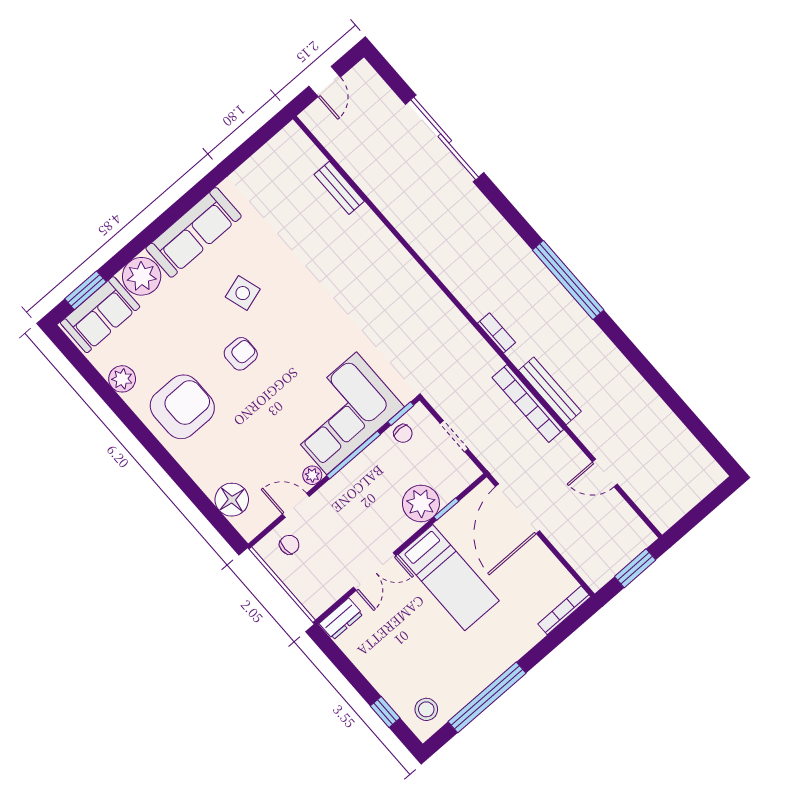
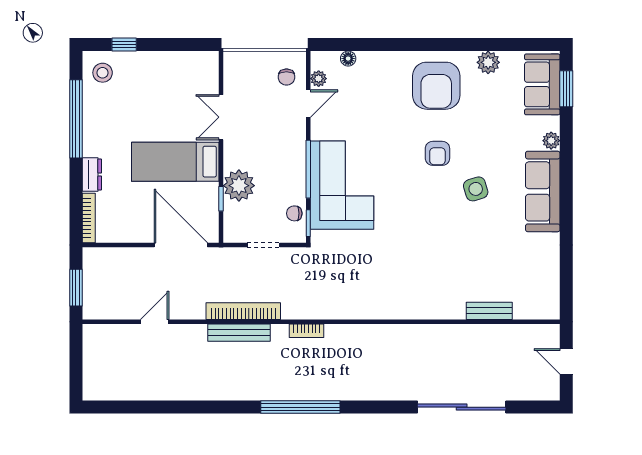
plant: (142, 276) -> (551, 141), width x0.53, depth x0.53
plant: (312, 475) -> (319, 79), moved
floor lamp: (232, 500) -> (348, 59), width x0.53, depth x0.53
dresser: (341, 619) -> (92, 174), moved, turned 180

